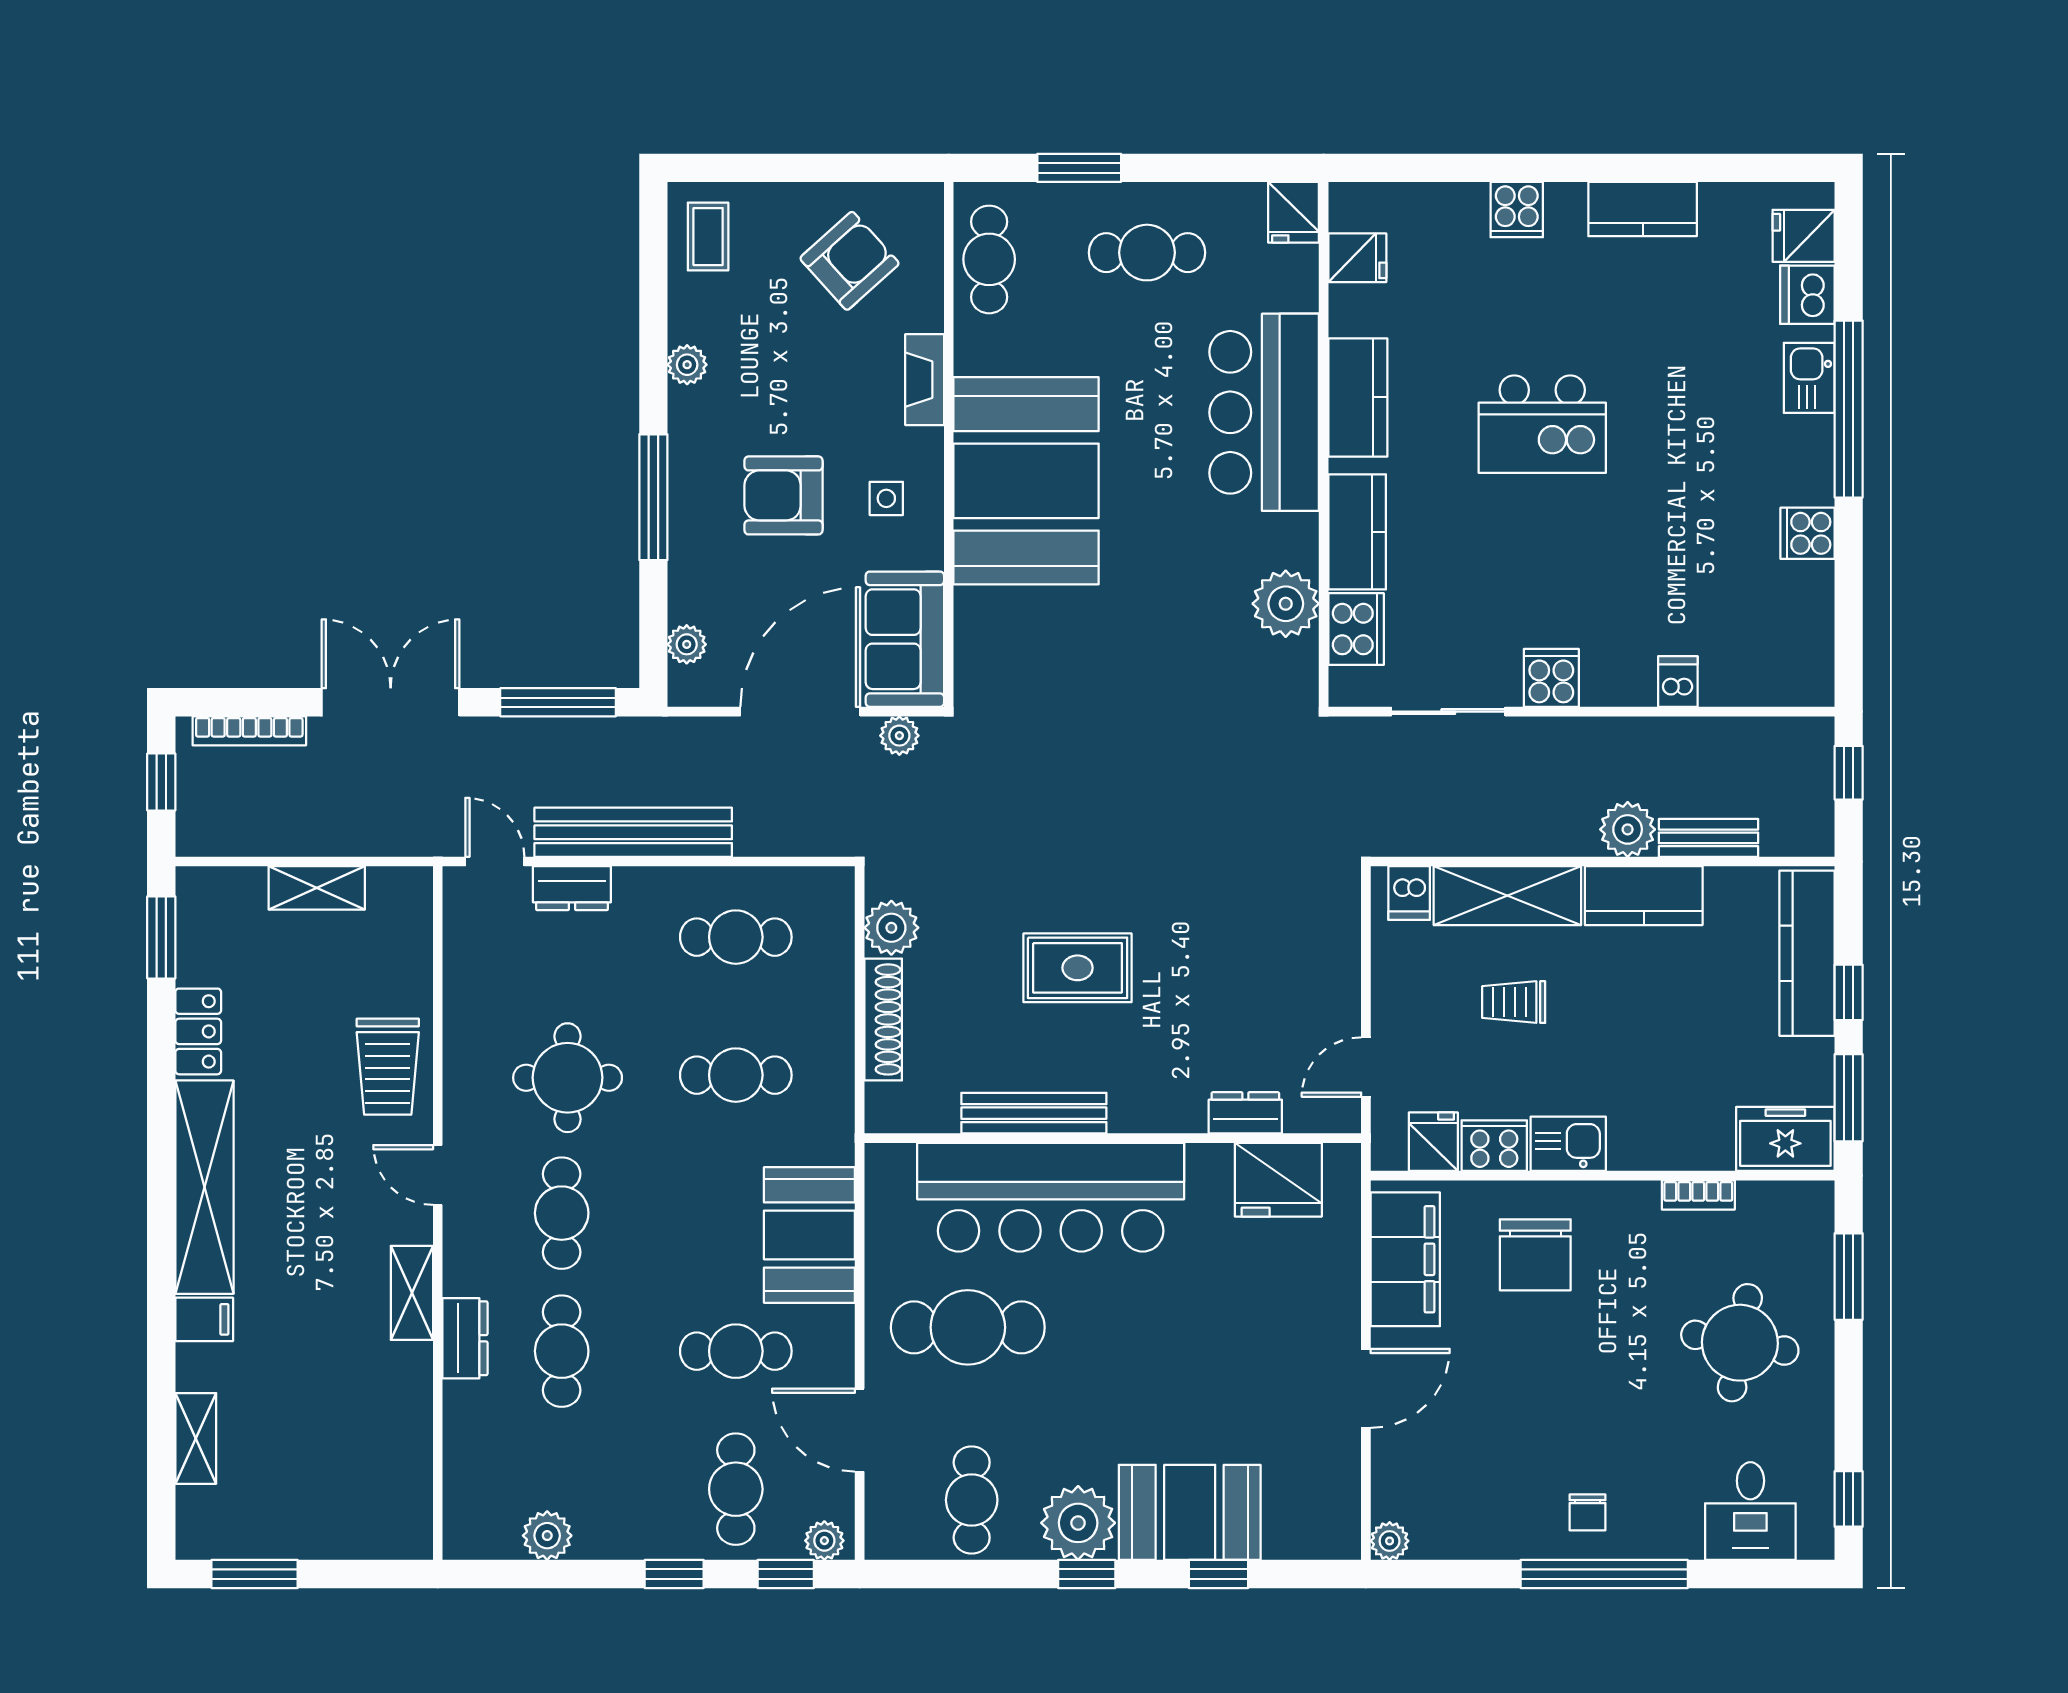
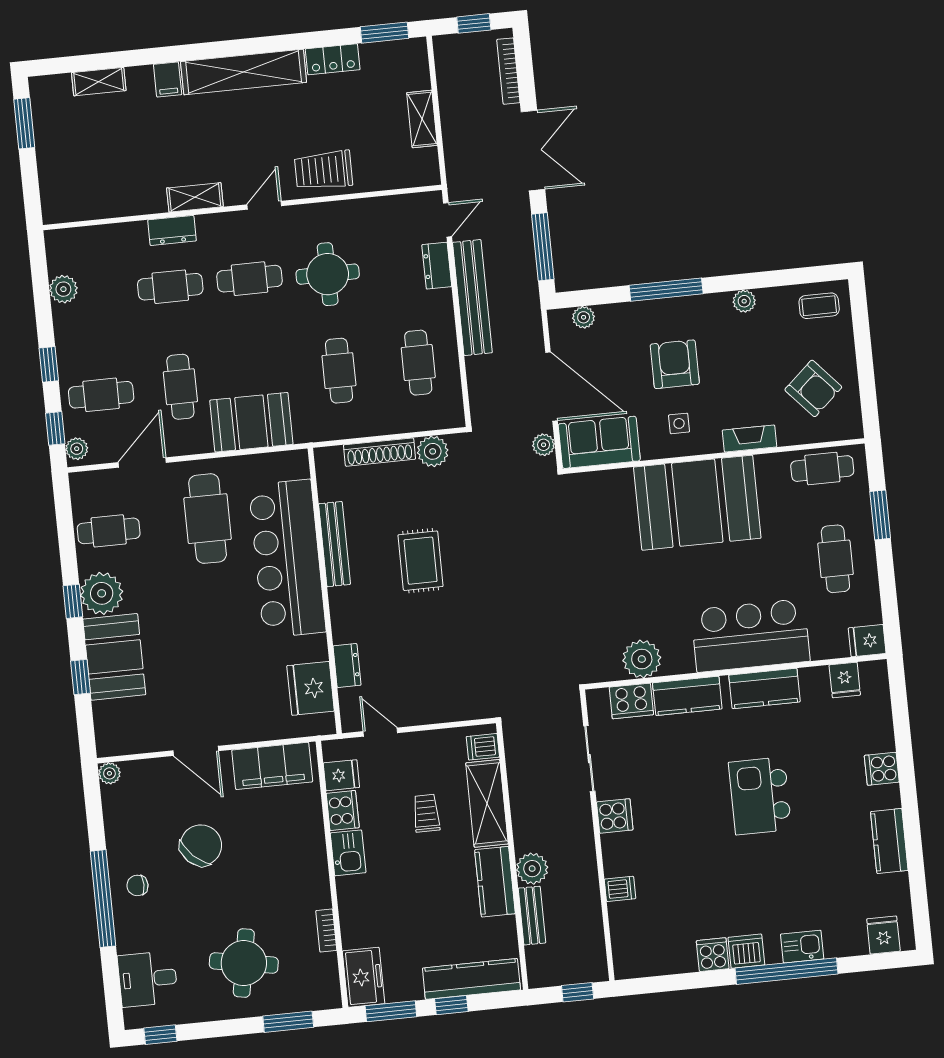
dishwasher: (1807, 295) -> (746, 951), moved
chair: (1535, 1255) -> (201, 845), moved, turned 134

